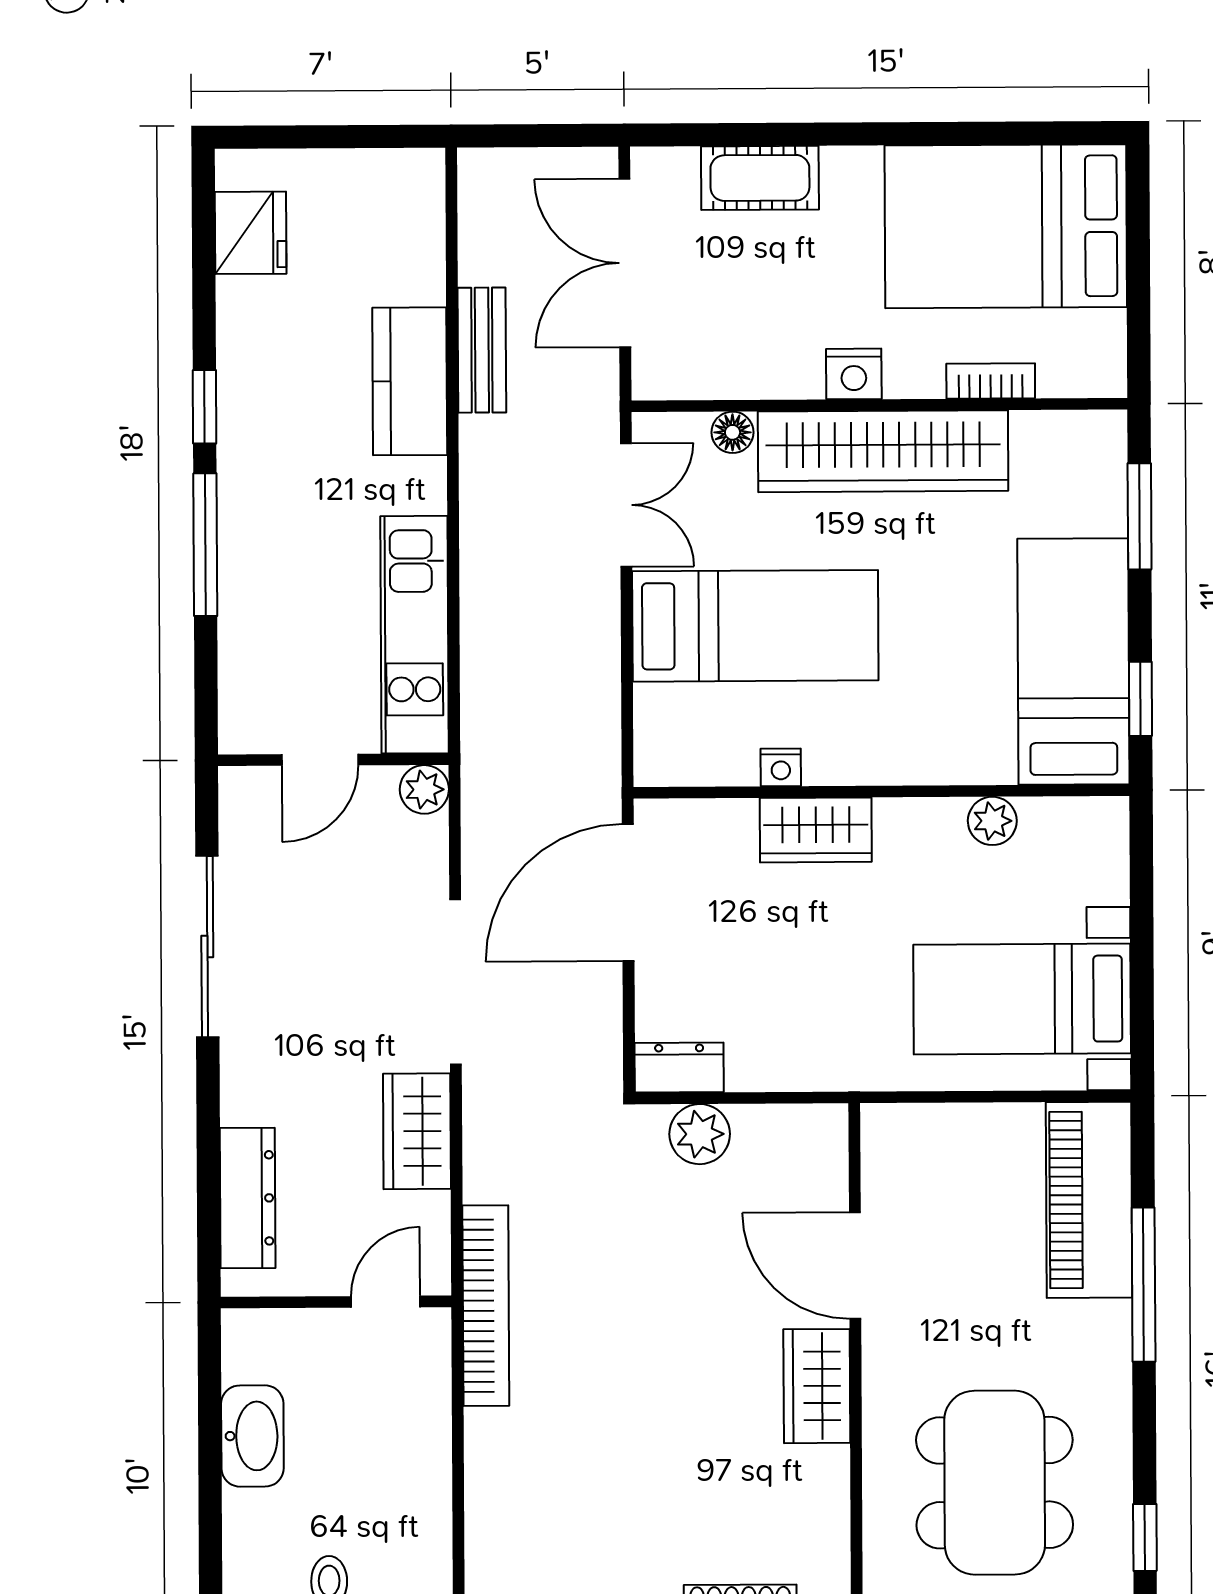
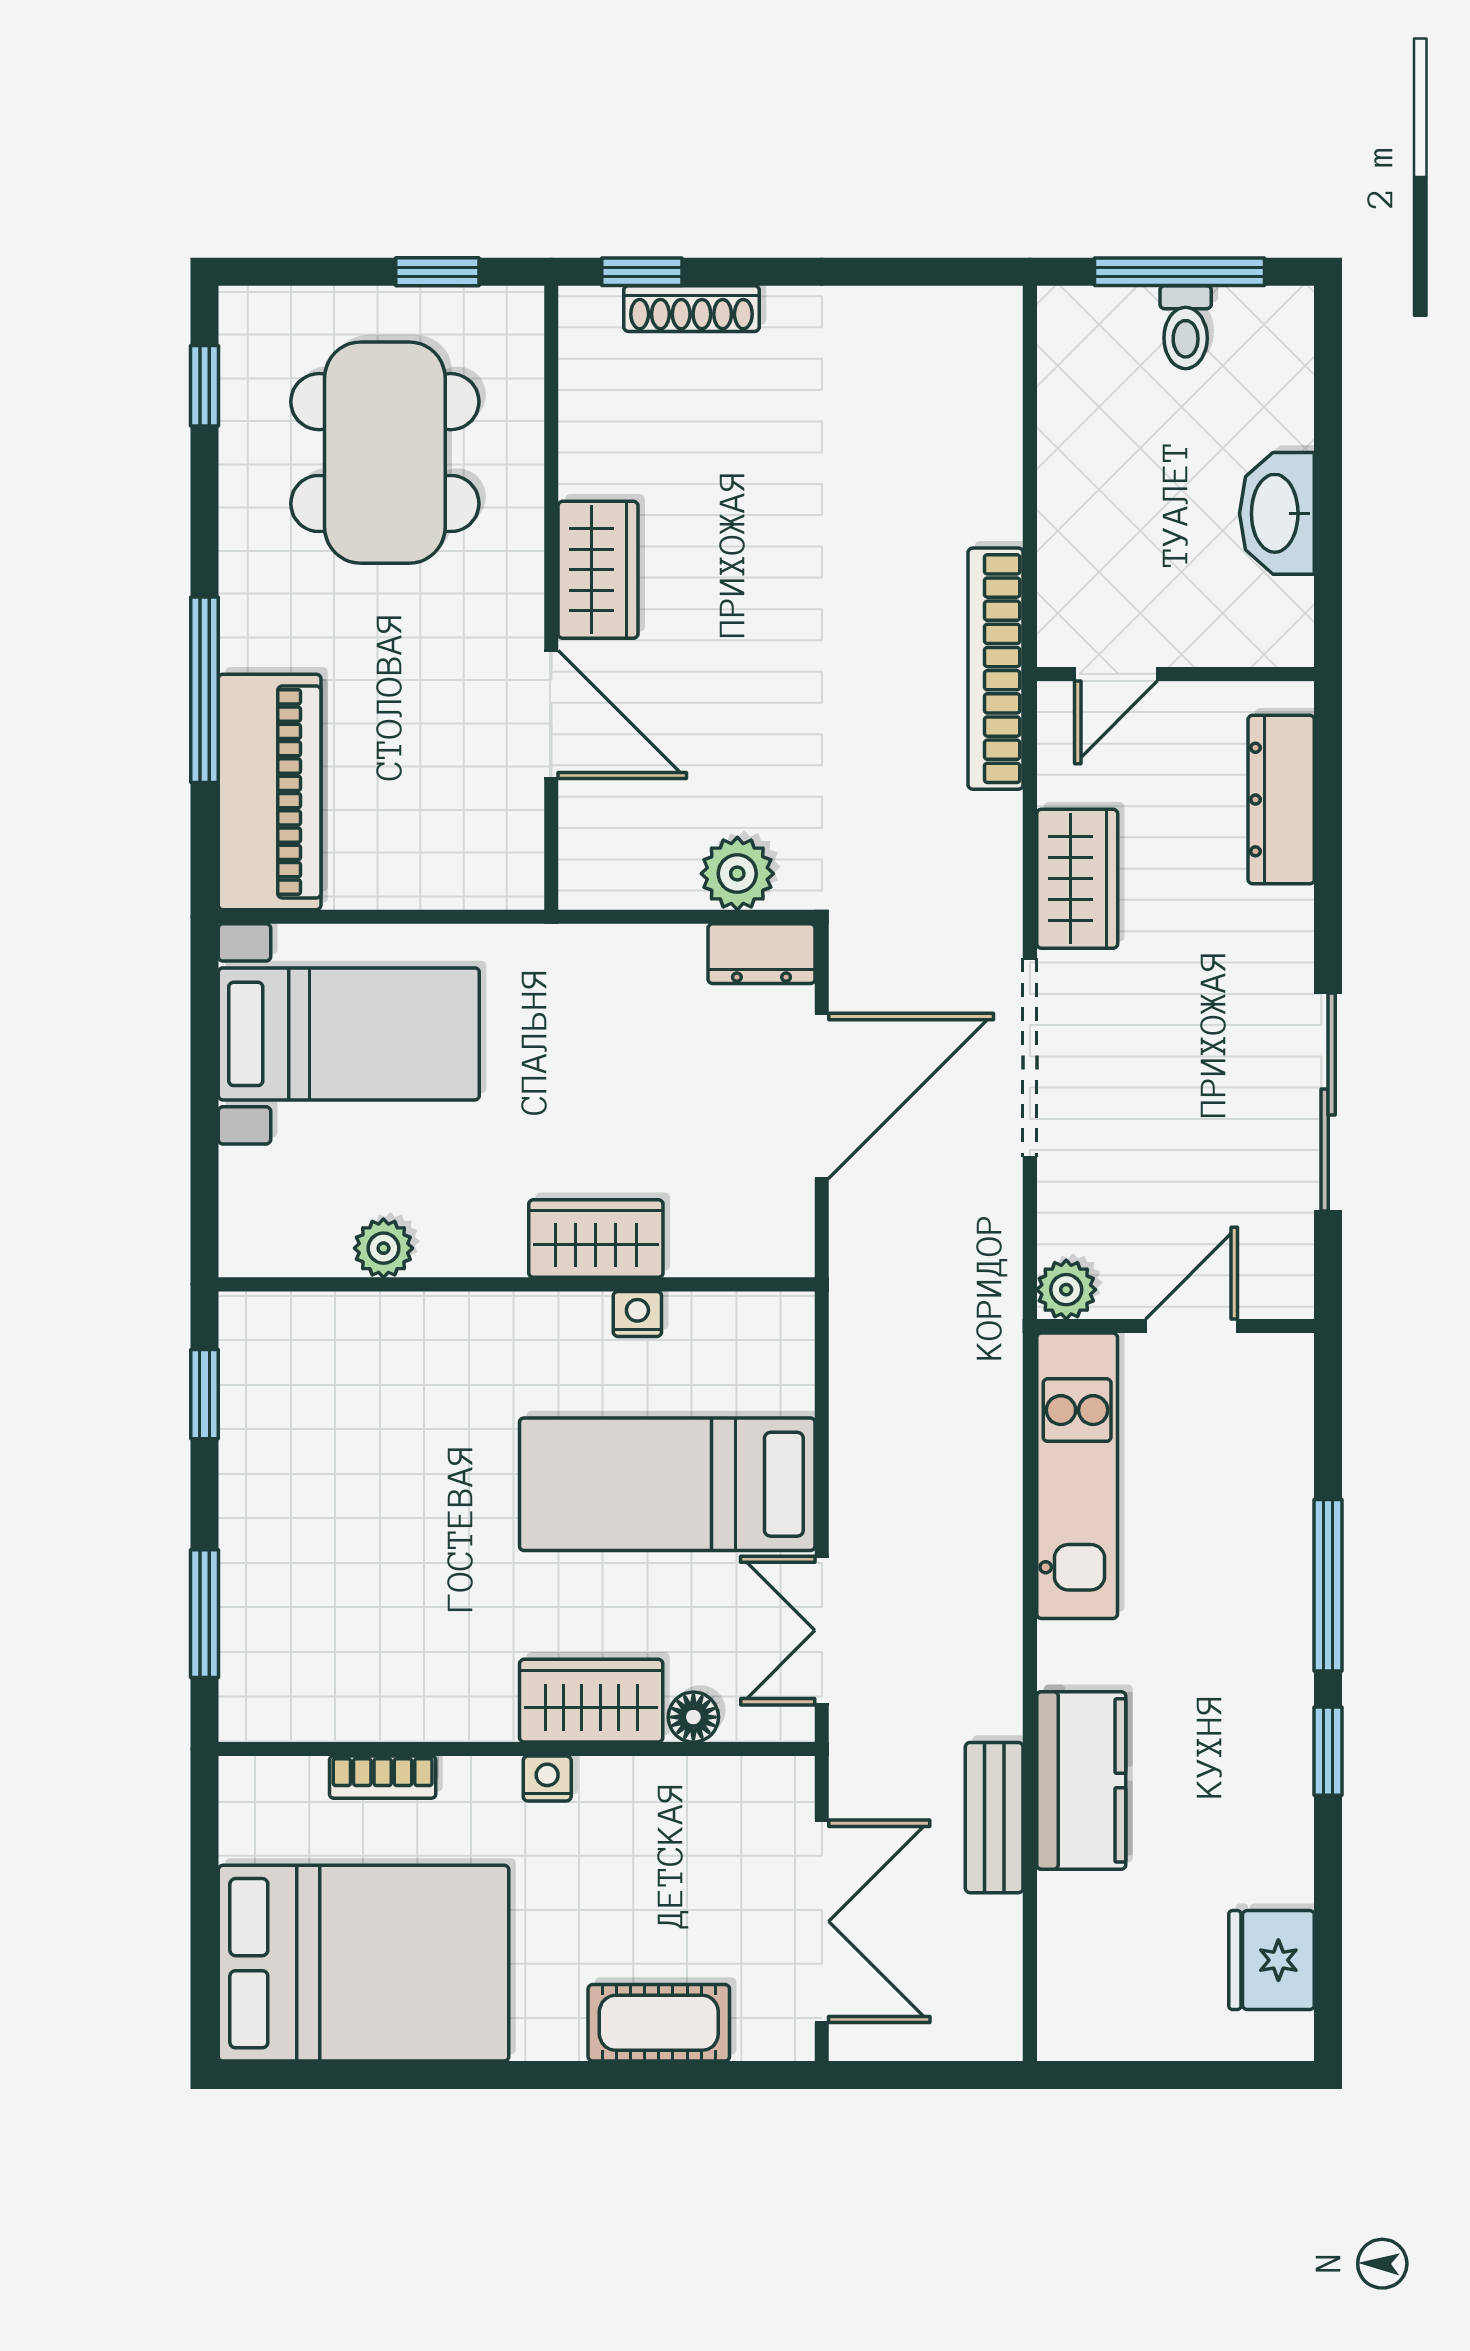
nightstand: (854, 374) -> (547, 1779), width x0.72, depth x0.74
wardrobe: (883, 451) -> (591, 1701), width x0.48, depth x0.85
bed: (1073, 661) -> (285, 1439), removed
door: (628, 893) -> (822, 1096), moved

